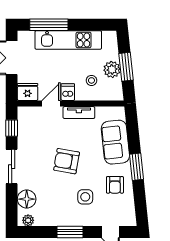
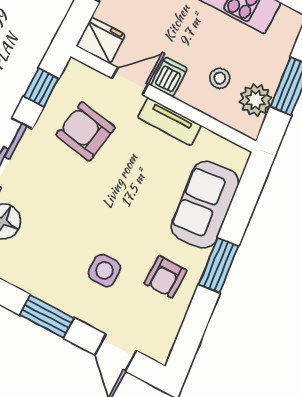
plant: (112, 69) -> (256, 100), moved
armchair: (67, 161) -> (86, 131), moved

